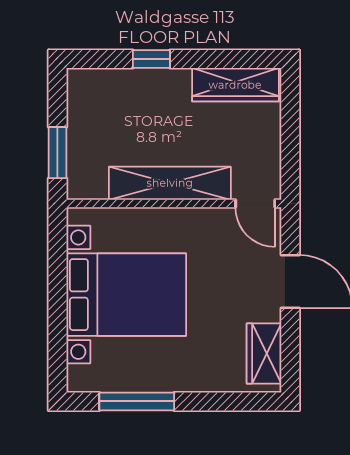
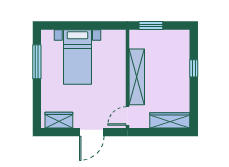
wardrobe: (235, 85) -> (170, 120), moved, turned 90
bed with nightstands: (126, 295) -> (77, 57), width x0.73

